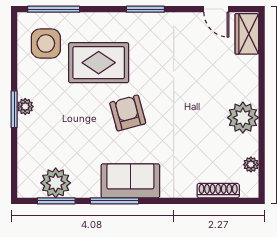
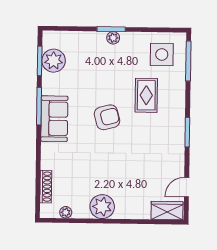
rug: (99, 63) -> (146, 95), width x0.73, depth x0.70

